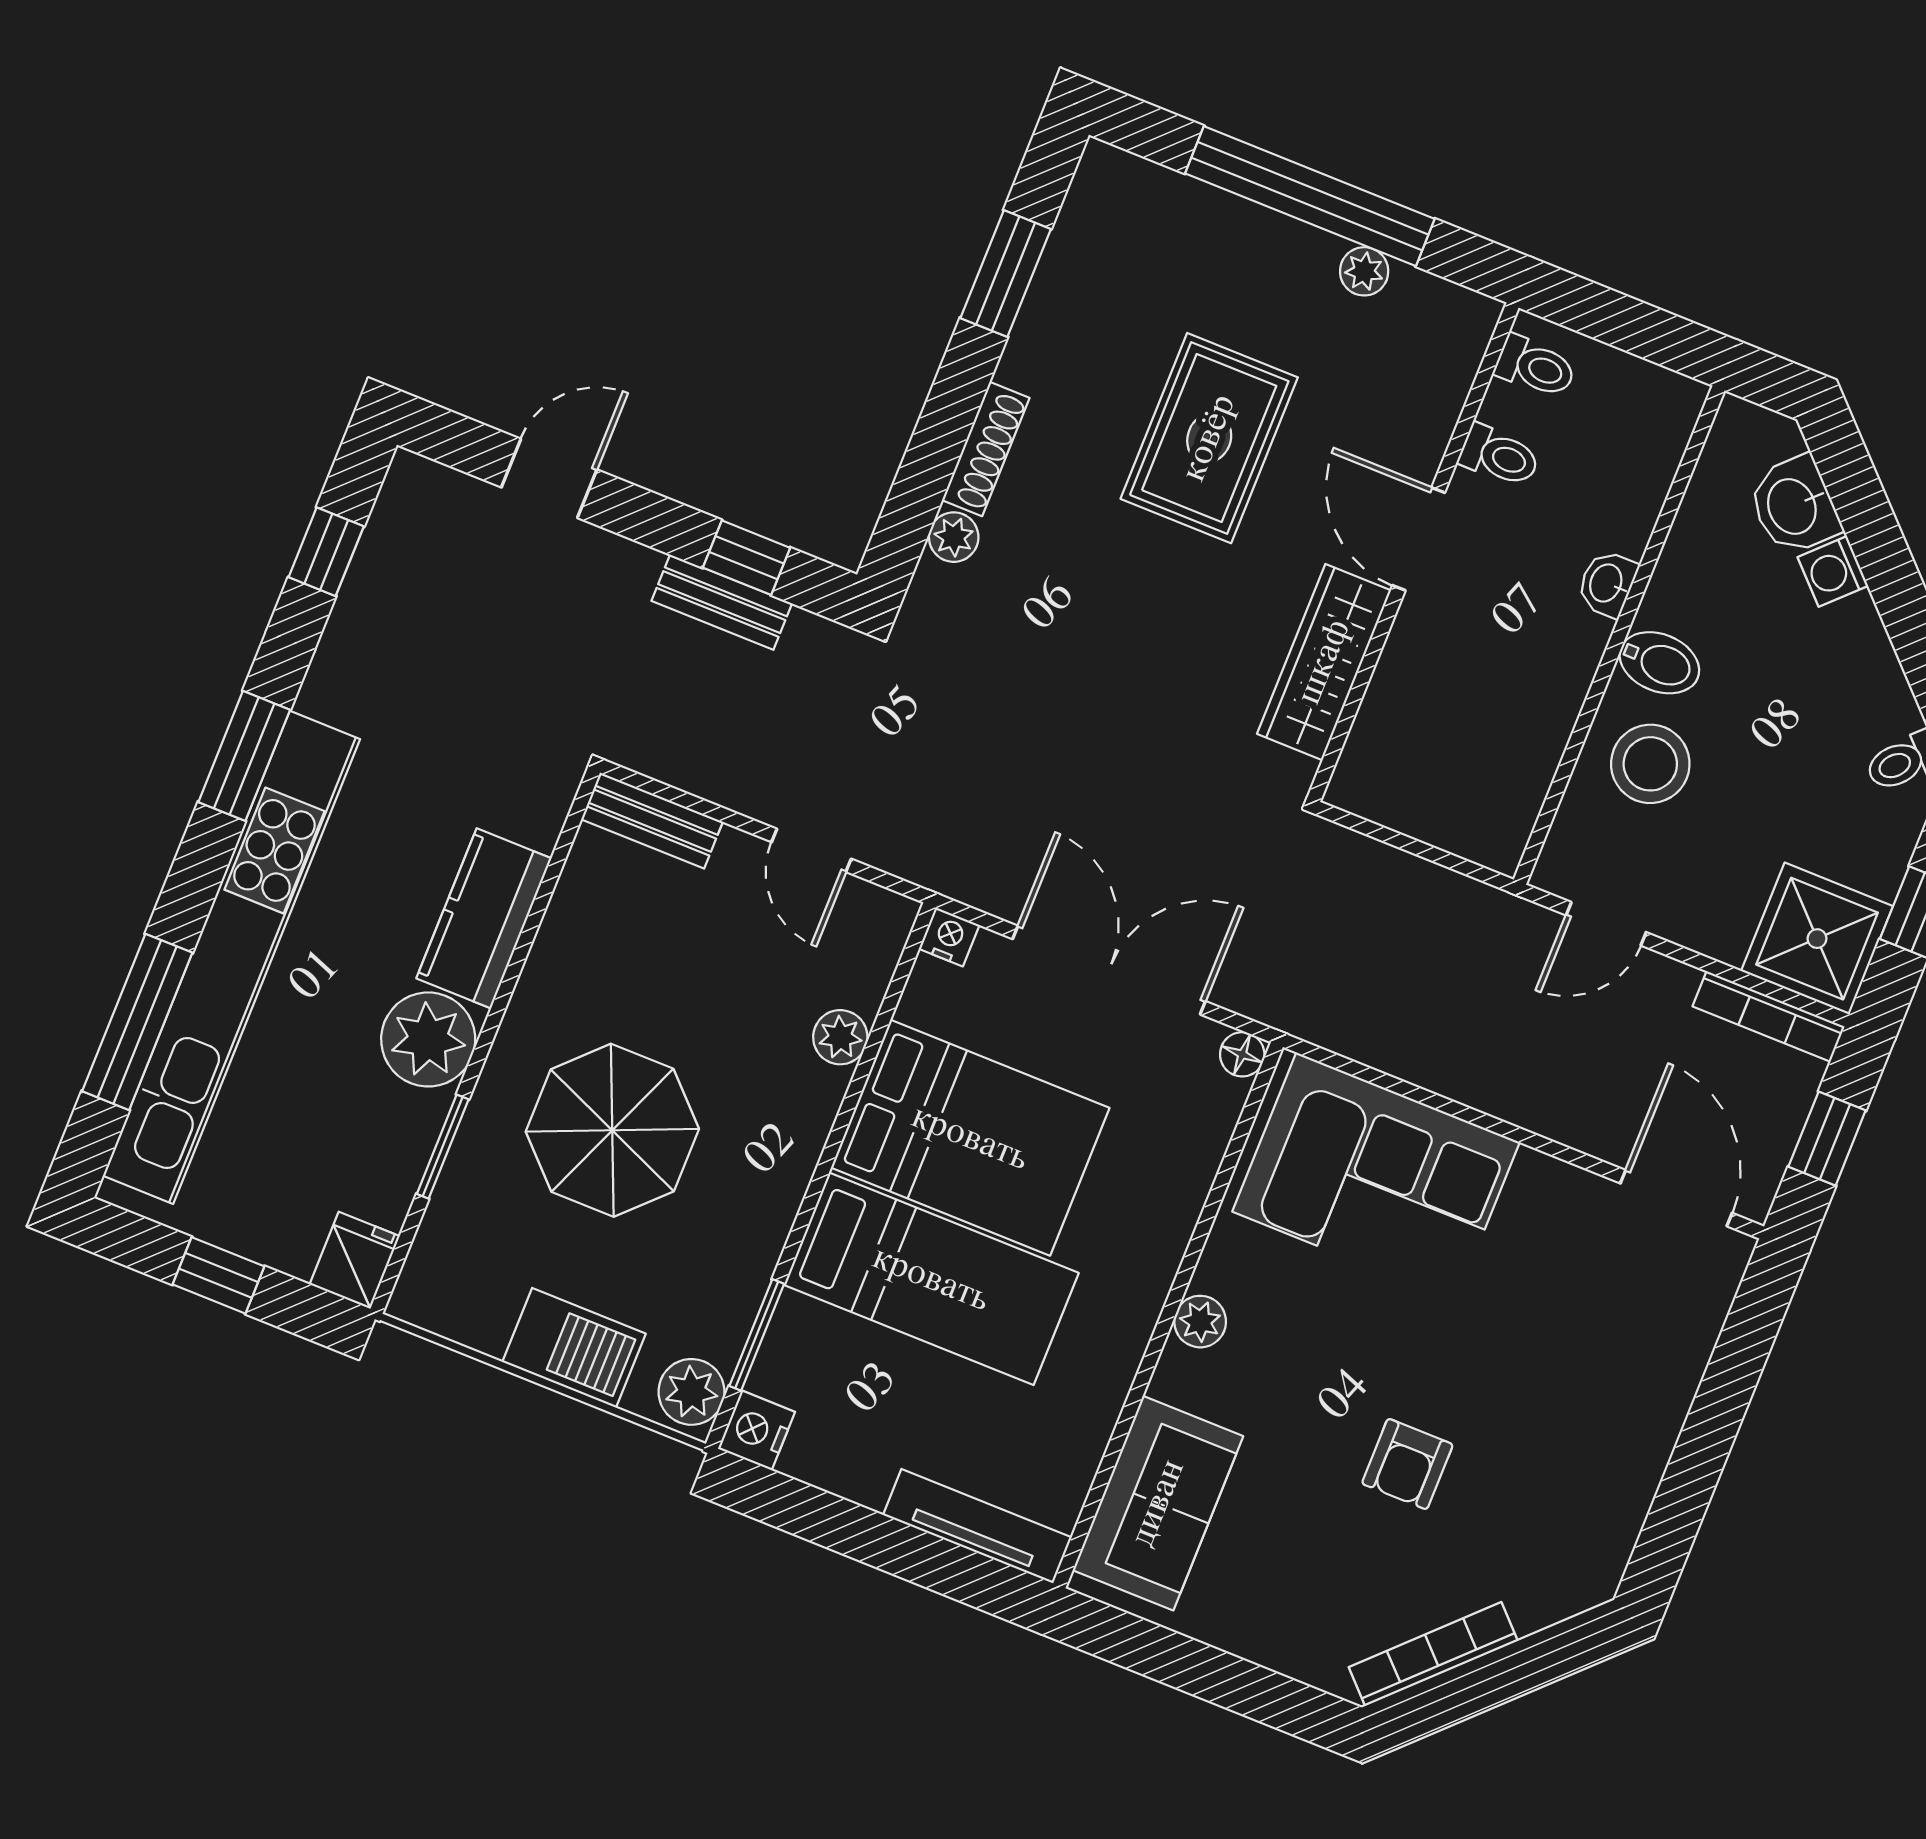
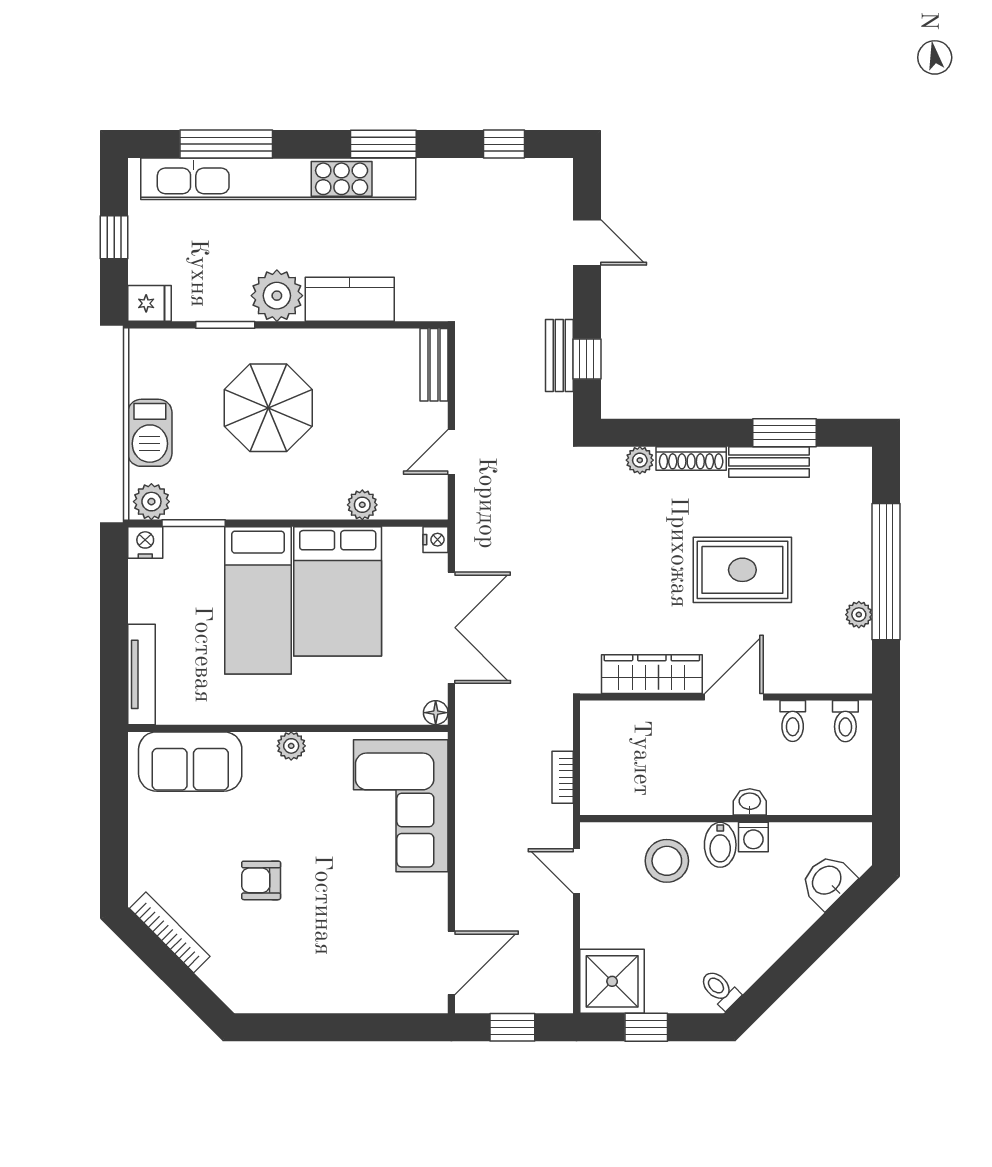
bench: (1045, 319) -> (769, 462), added
washing machine: (1833, 571) -> (753, 837), moved, turned -135
bookcase: (1769, 1016) -> (563, 777), moved, width x0.64

